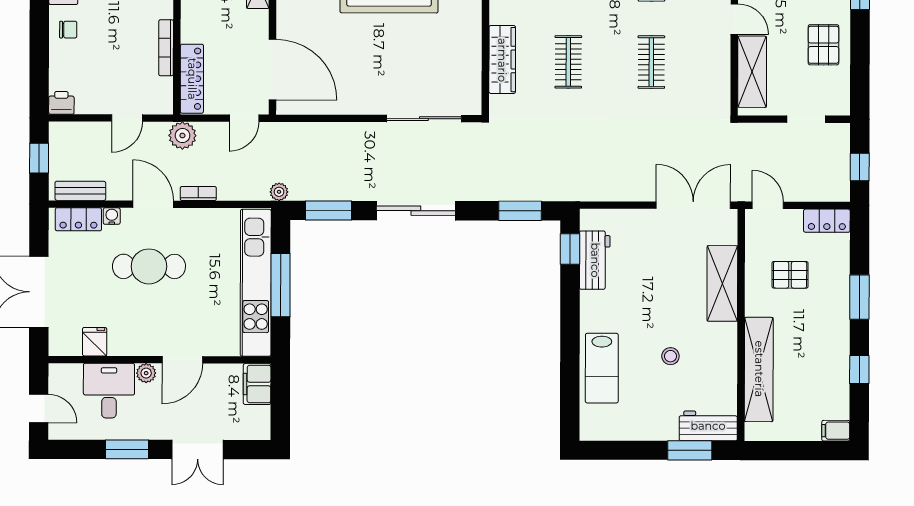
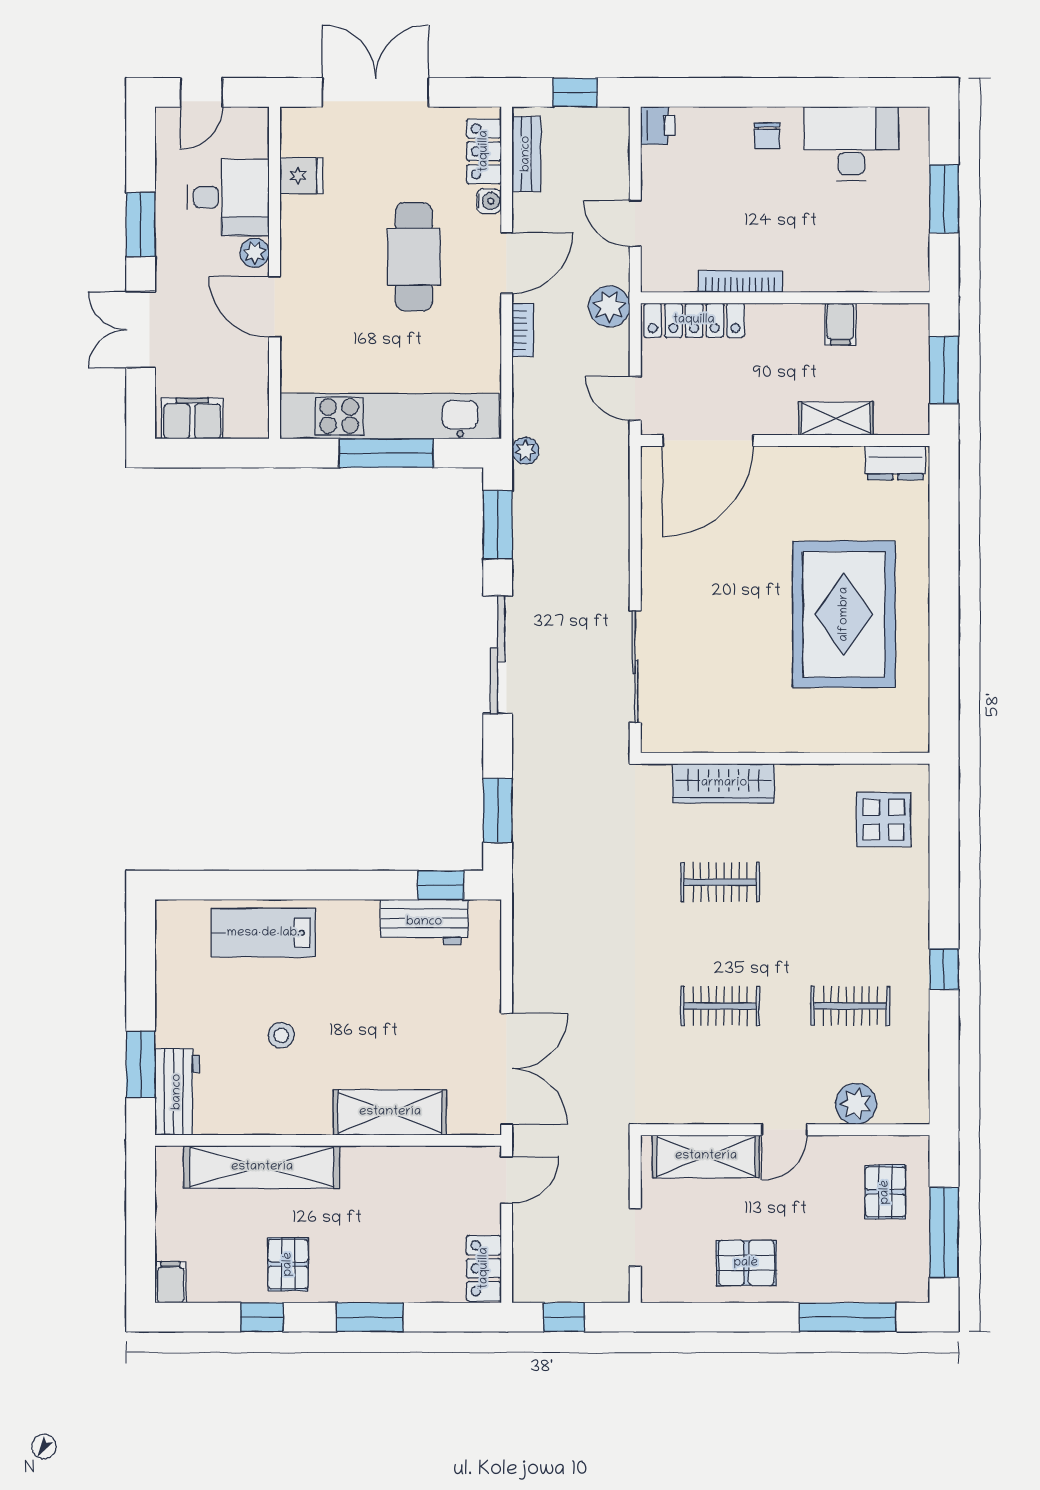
pallet: (790, 275) -> (288, 1264), moved
filing cabinet: (257, 384) -> (192, 418), moved

